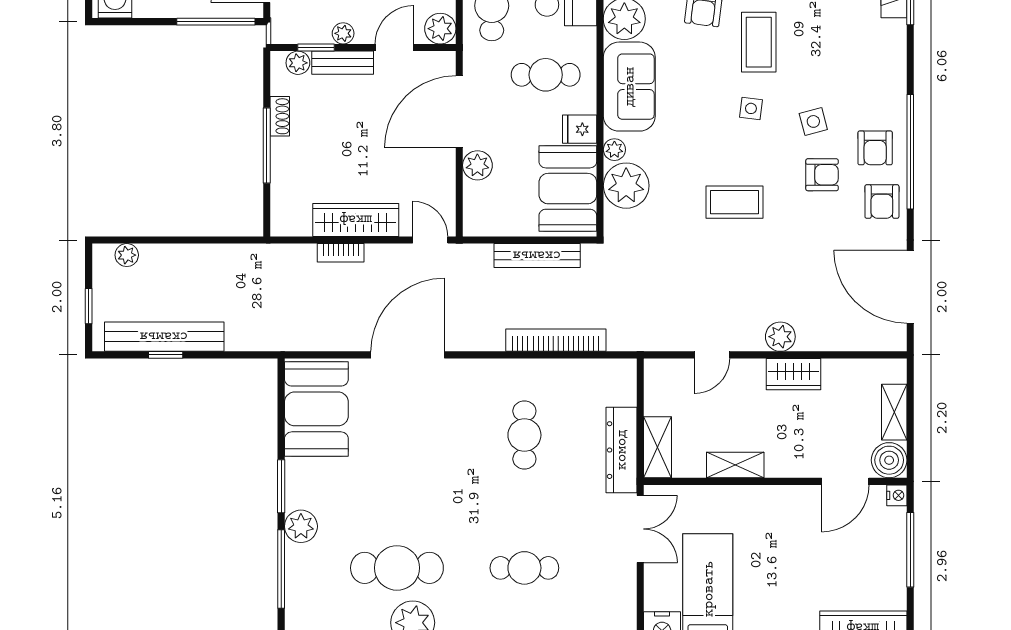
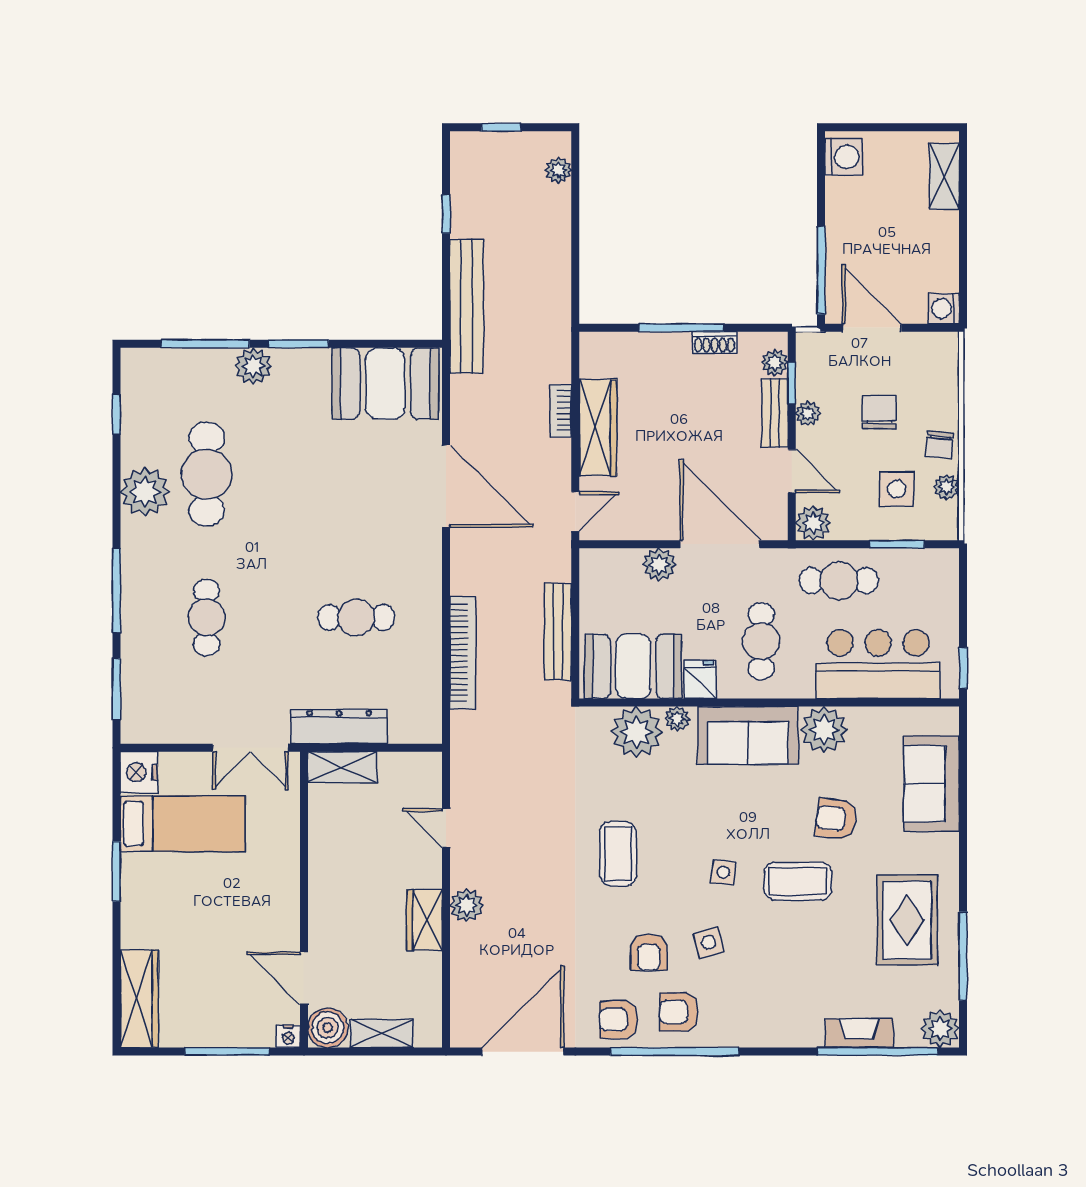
bench: (164, 337) -> (467, 306), moved
shelving: (735, 465) -> (322, 855), removed

